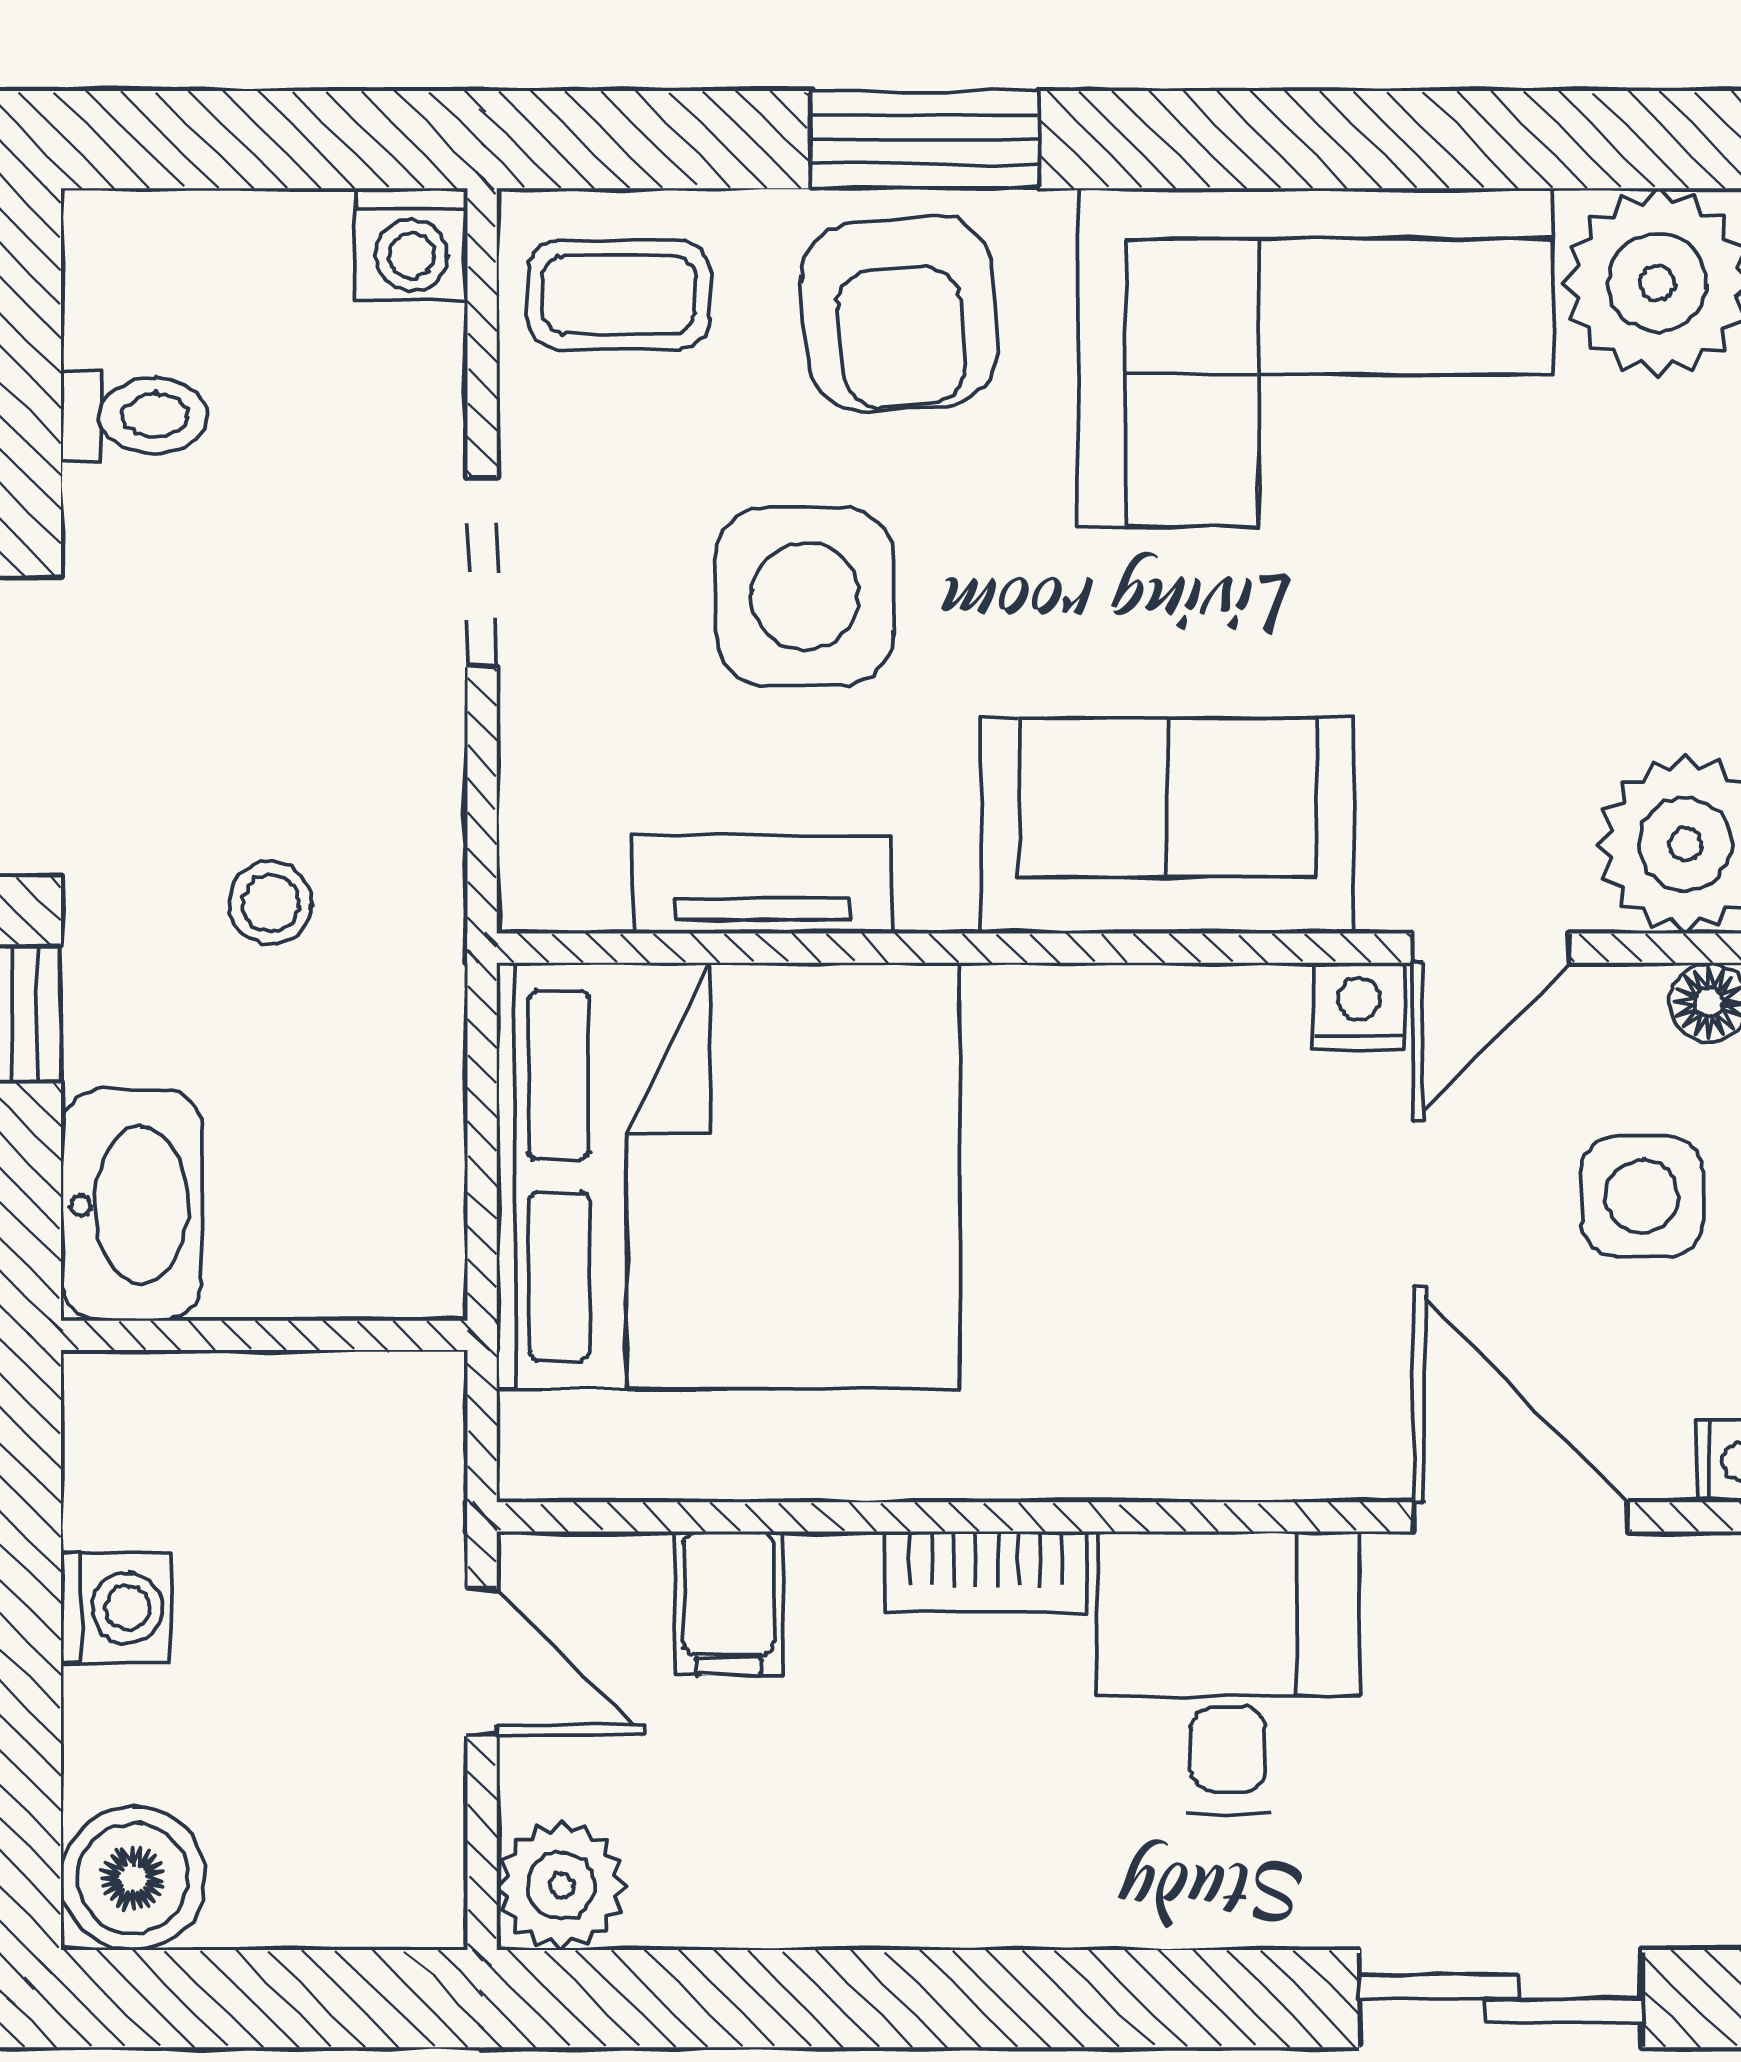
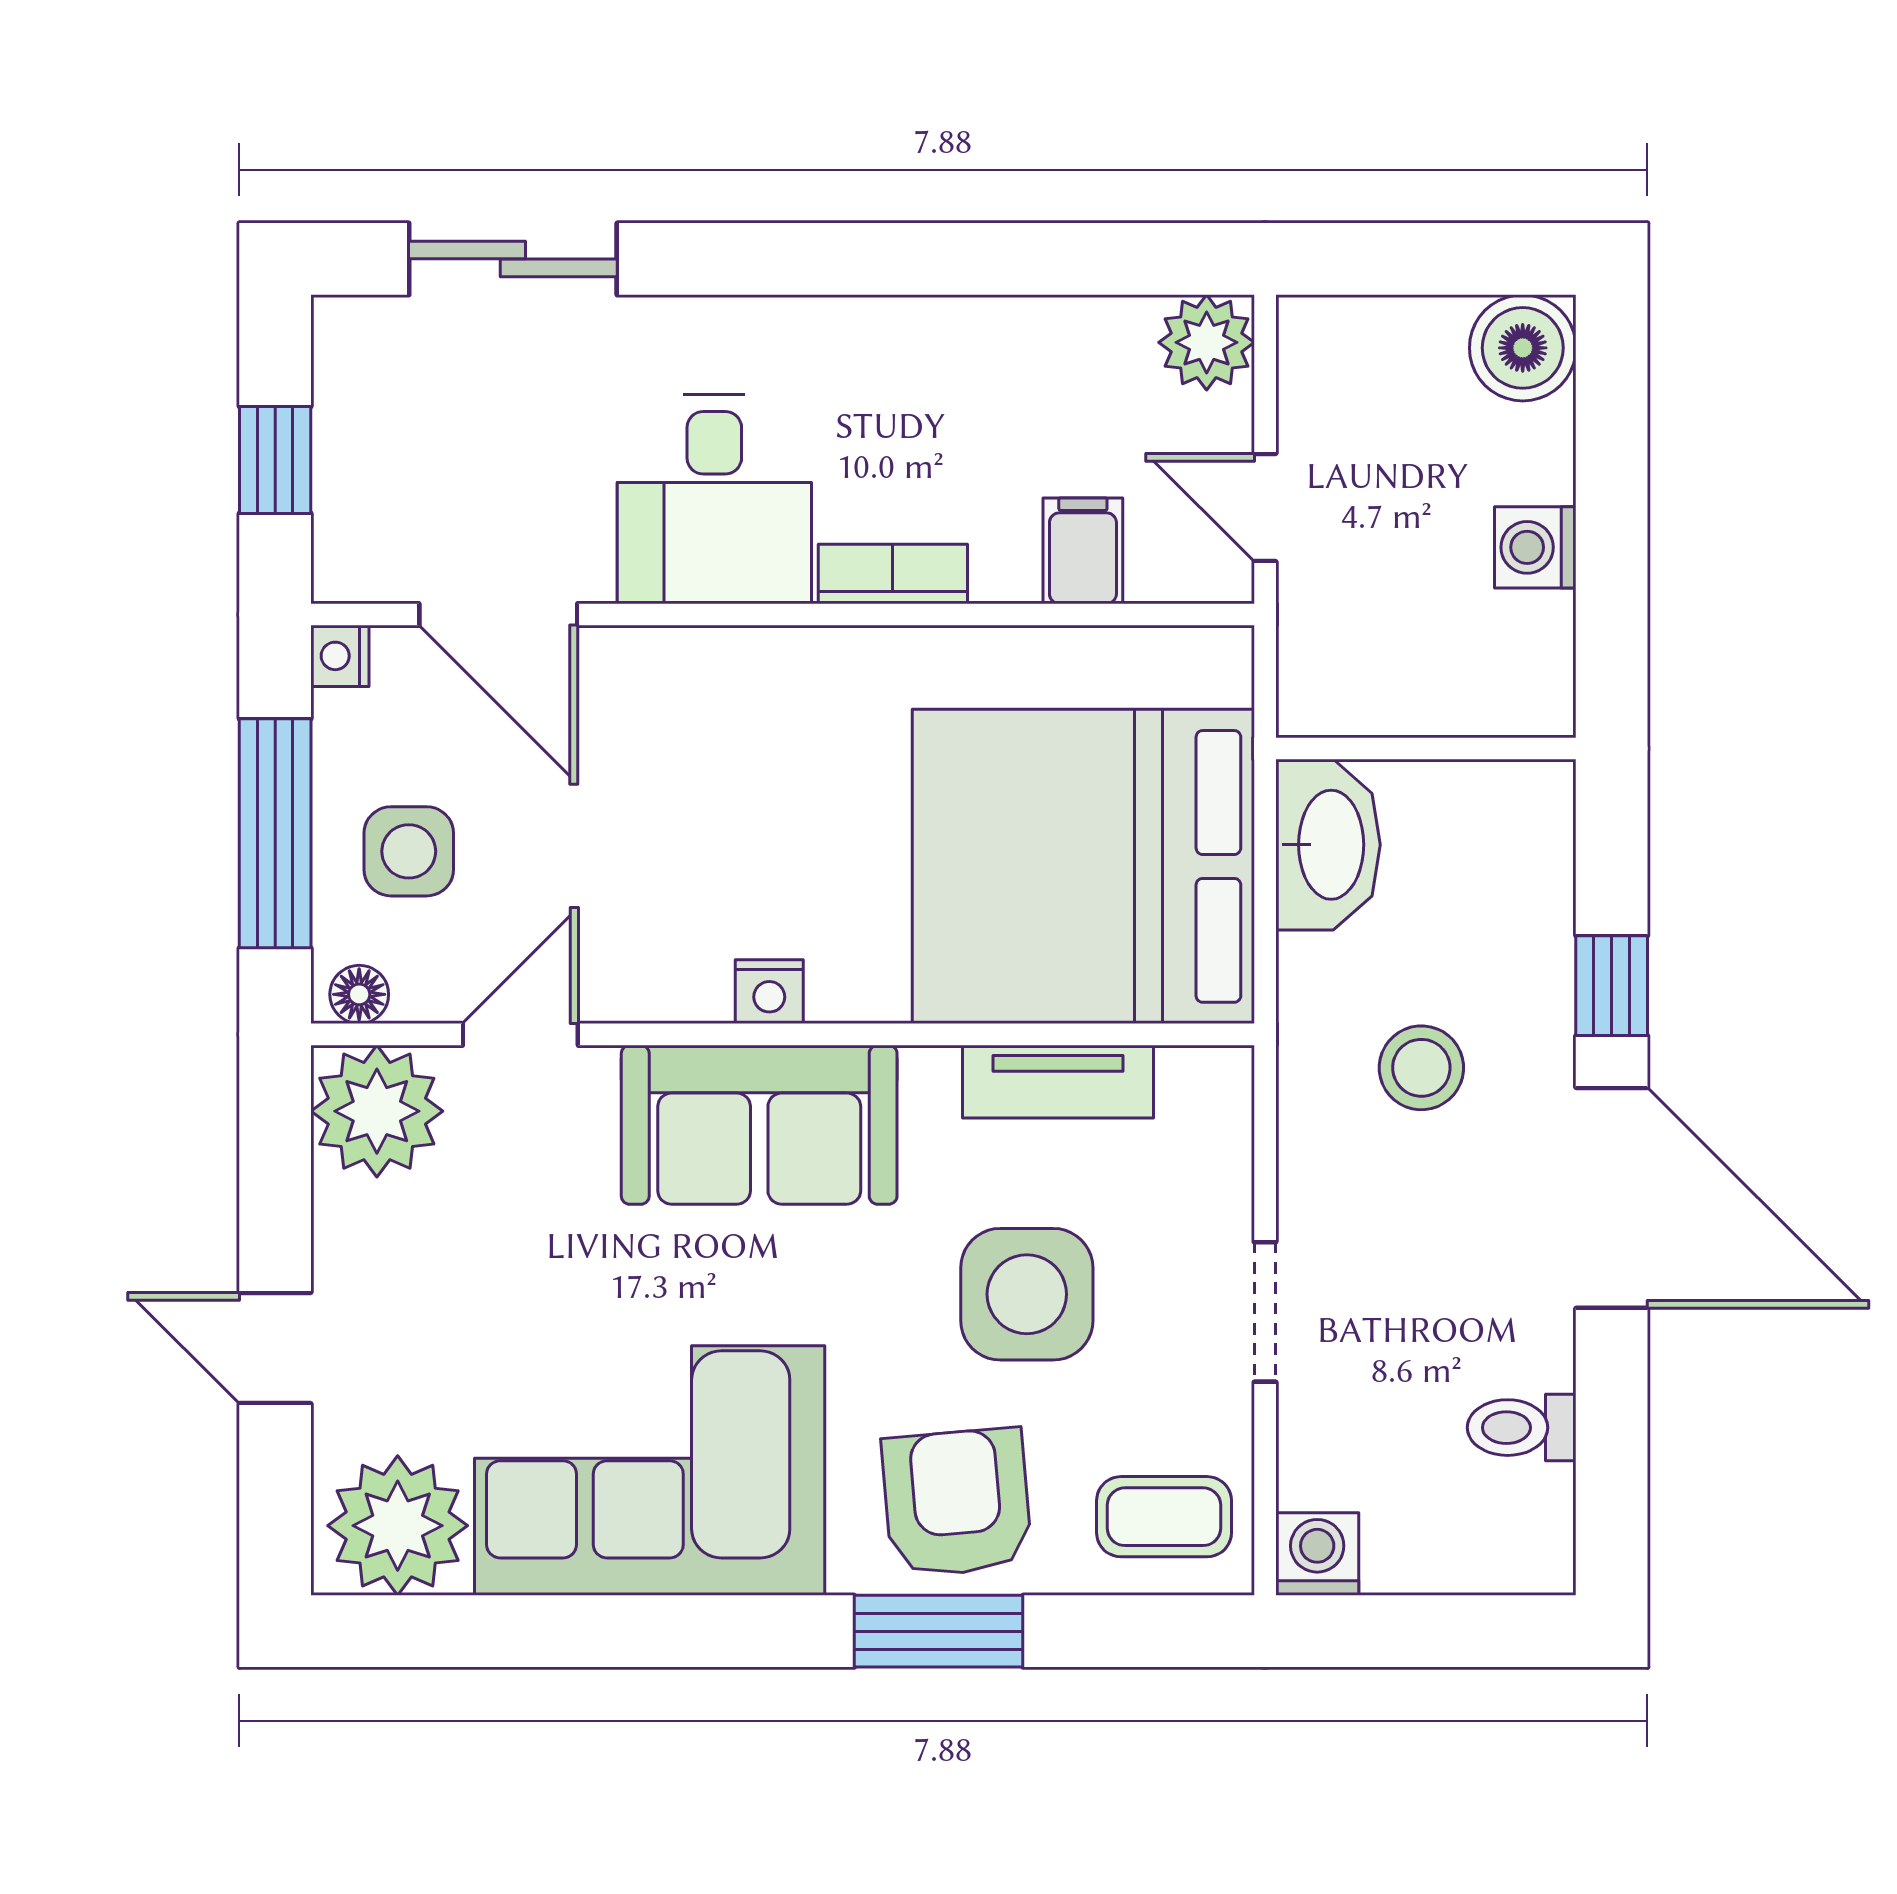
stool: (270, 903) -> (1421, 1068), width x1.37, depth x1.37
nightstand: (1359, 1006) -> (769, 992), moved
washbasin: (132, 1205) -> (1328, 845), moved, turned 180

